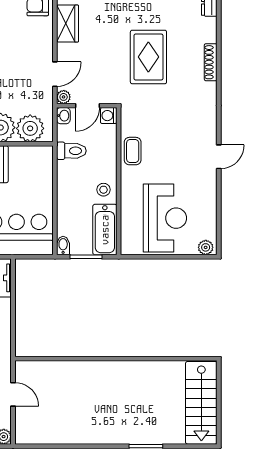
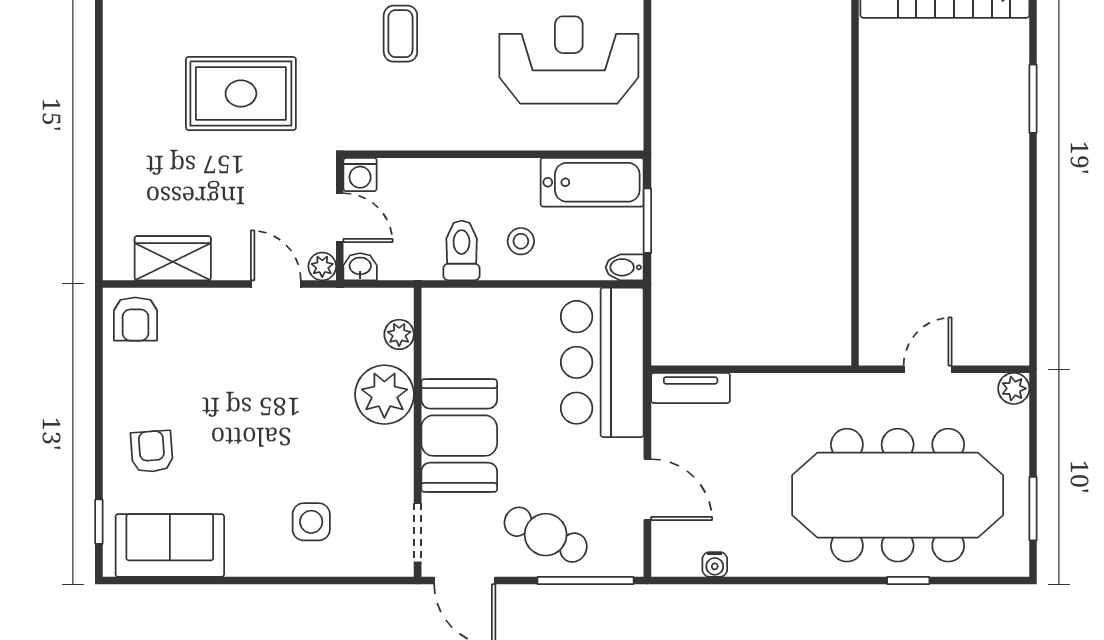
plant: (30, 128) -> (399, 334), width x0.53, depth x0.53
toilet: (71, 151) -> (462, 250), moved
coffee table: (133, 151) -> (400, 34), moved, turned 90
stool: (104, 190) -> (521, 241), moved

